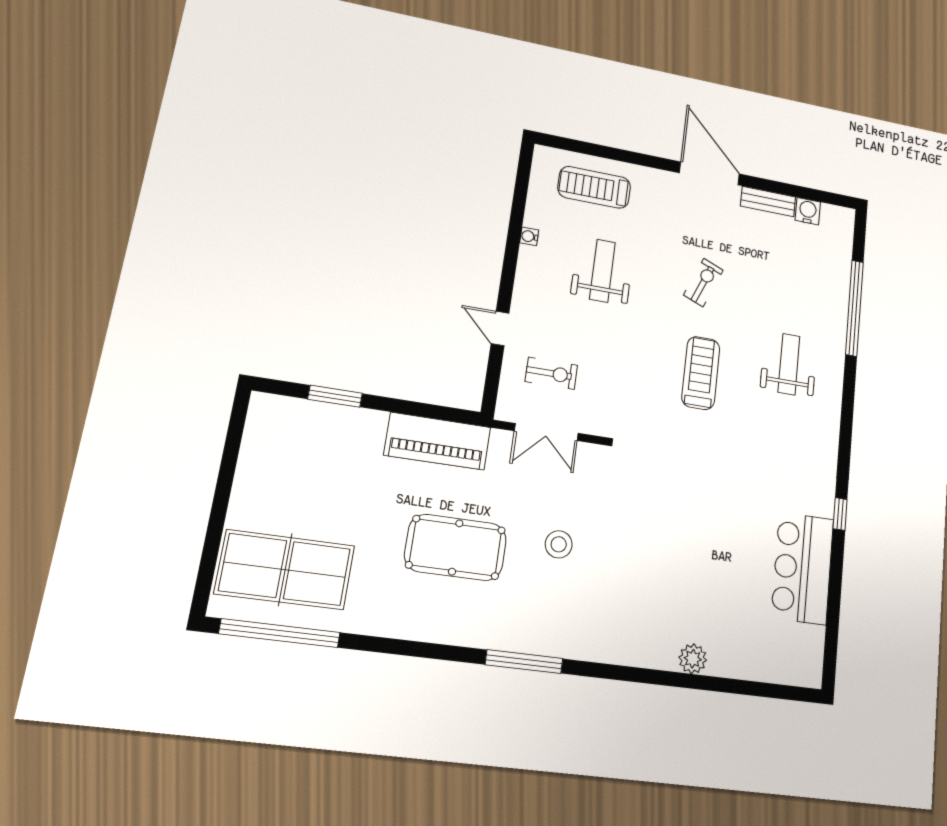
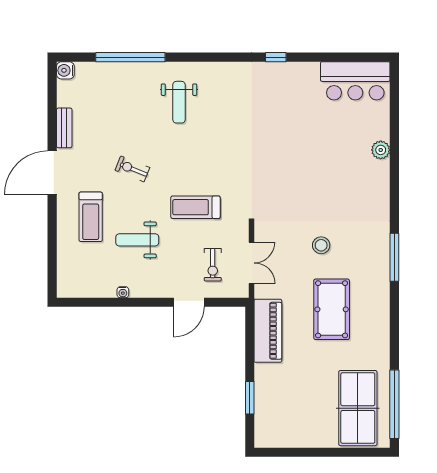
treadmill: (594, 187) -> (91, 217), moved
water cooler: (808, 211) -> (65, 70), moved
door: (500, 329) -> (189, 302), width x1.38
weight bench: (789, 364) -> (179, 102), turned -90
exercise bike: (551, 373) -> (213, 265), turned 180
treadmill: (701, 373) -> (195, 207), moved
bar counter: (803, 568) -> (355, 81), moved

